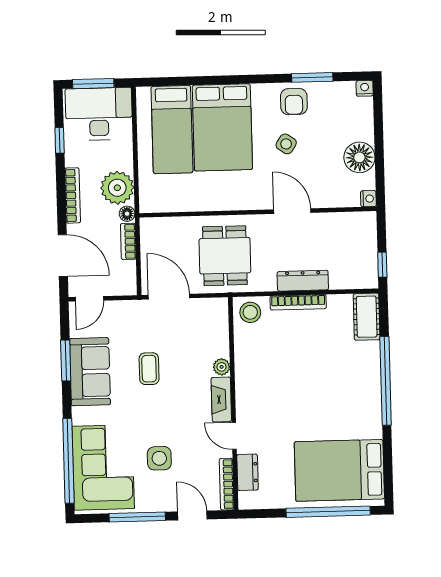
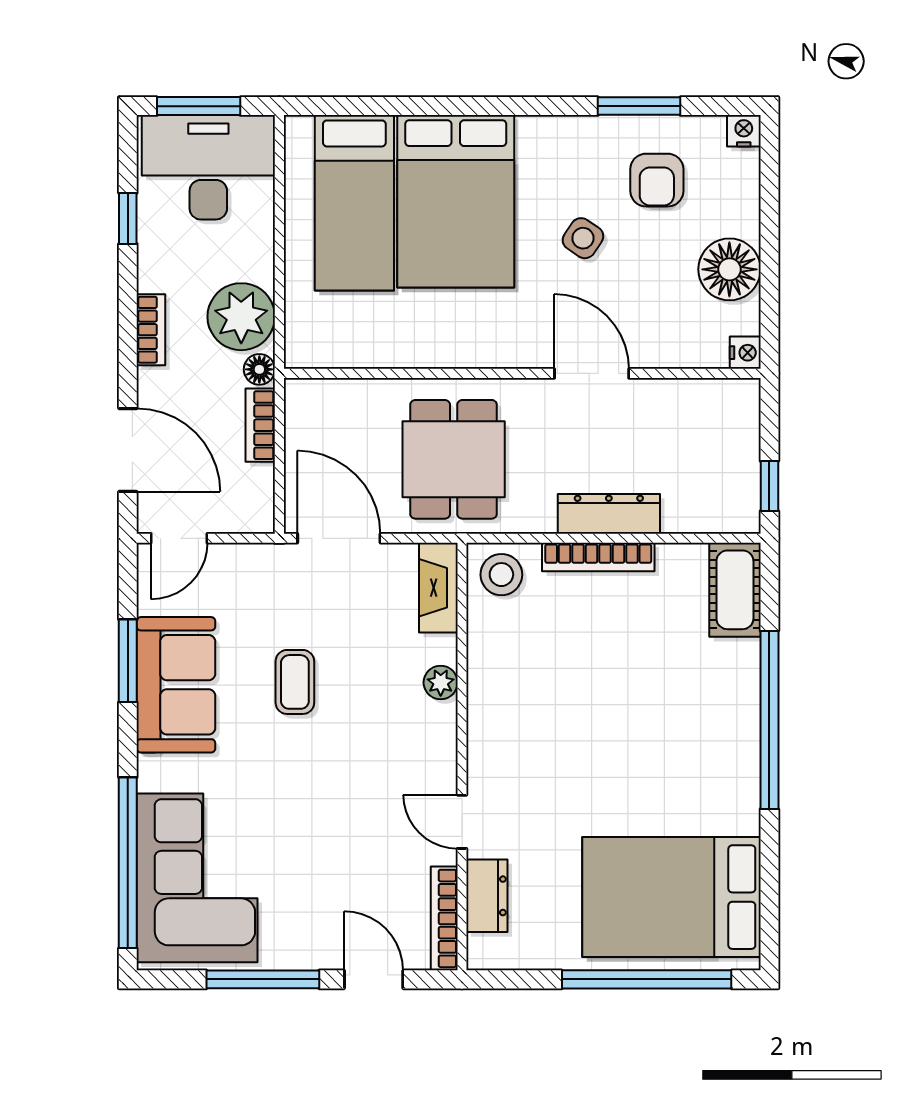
armchair: (294, 102) -> (657, 180), moved
bookcase: (73, 195) -> (151, 330), width x0.64
fireplace: (221, 399) -> (438, 588), moved
side table: (159, 458) -> (310, 863), removed

